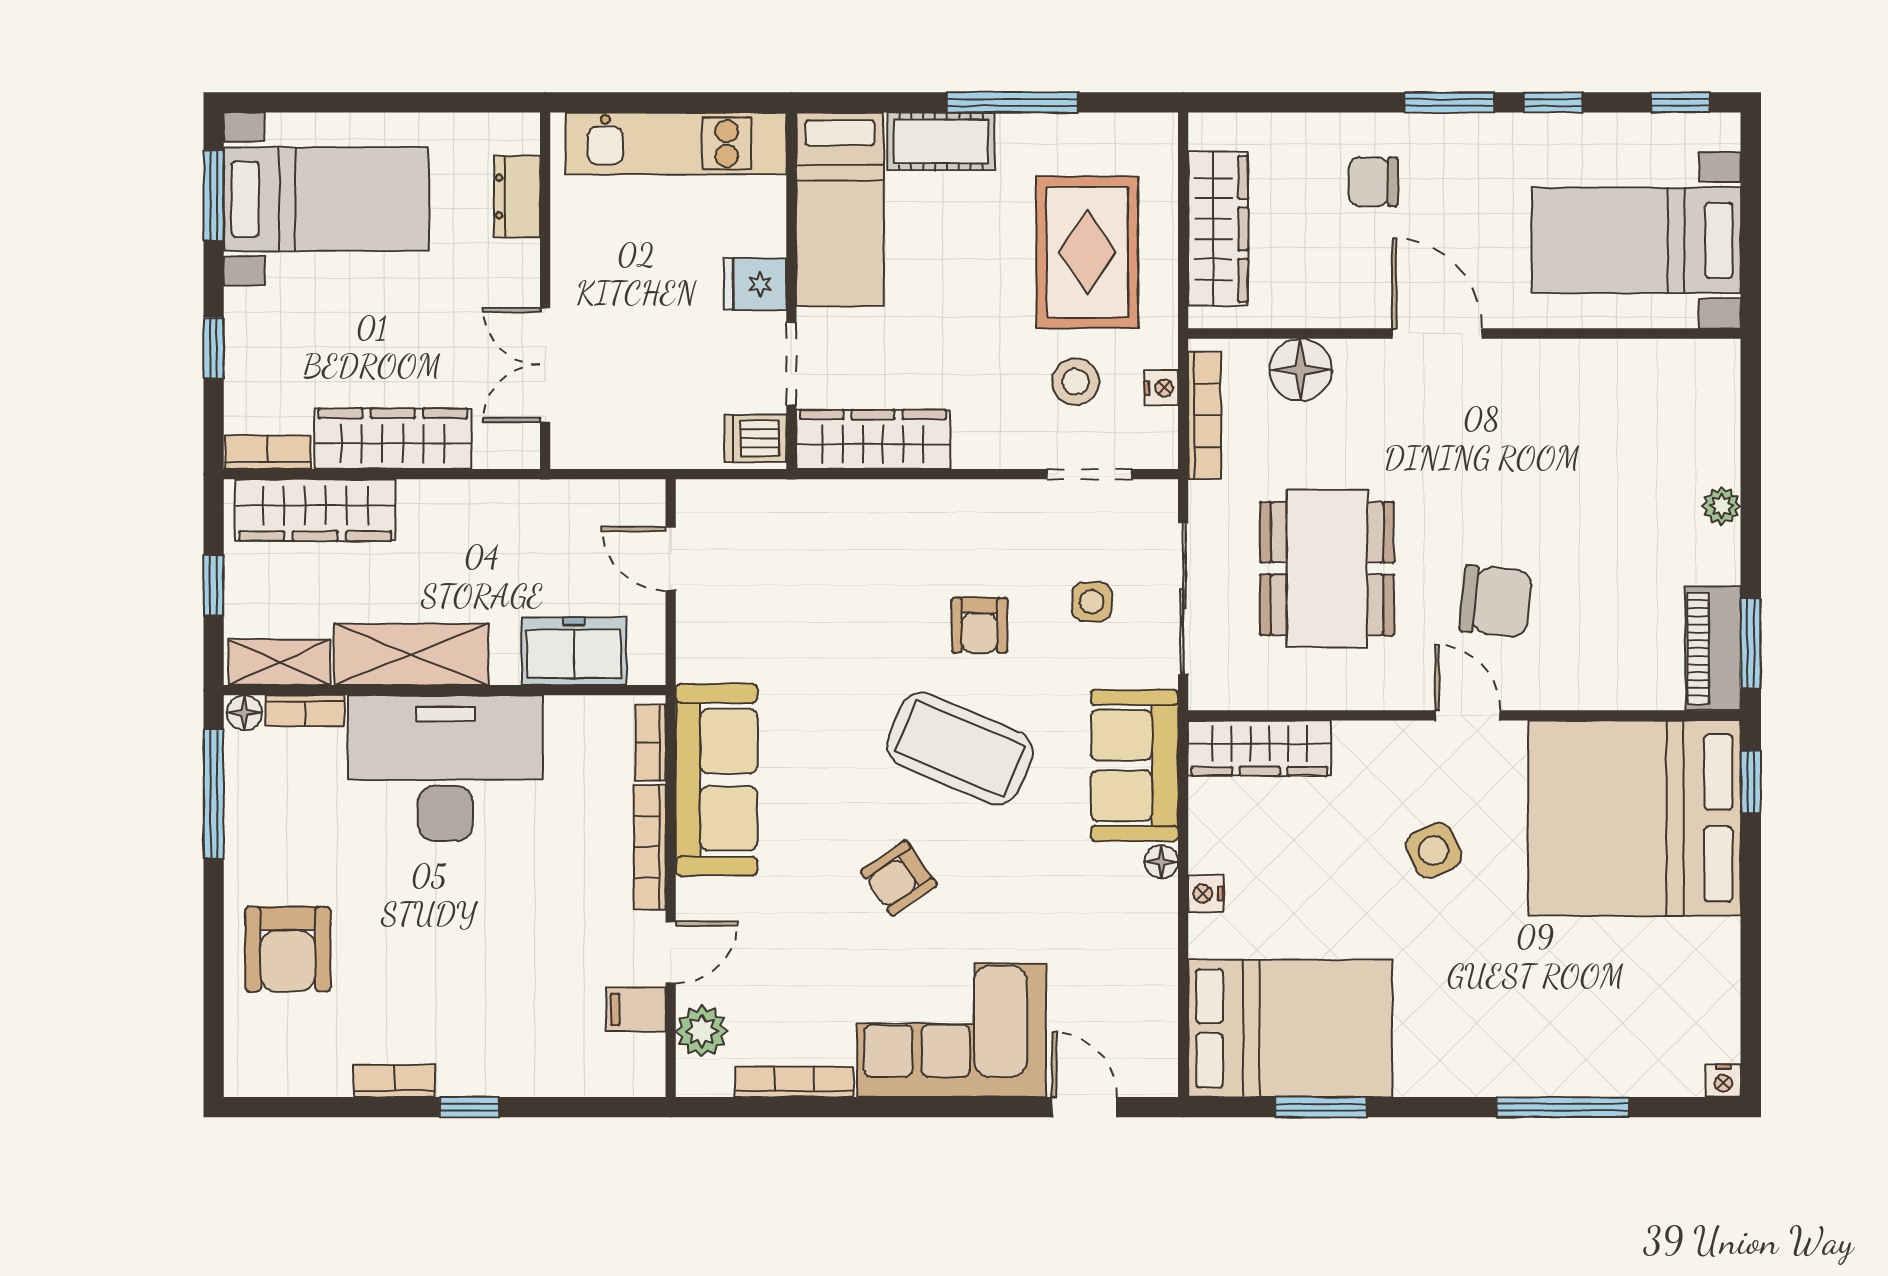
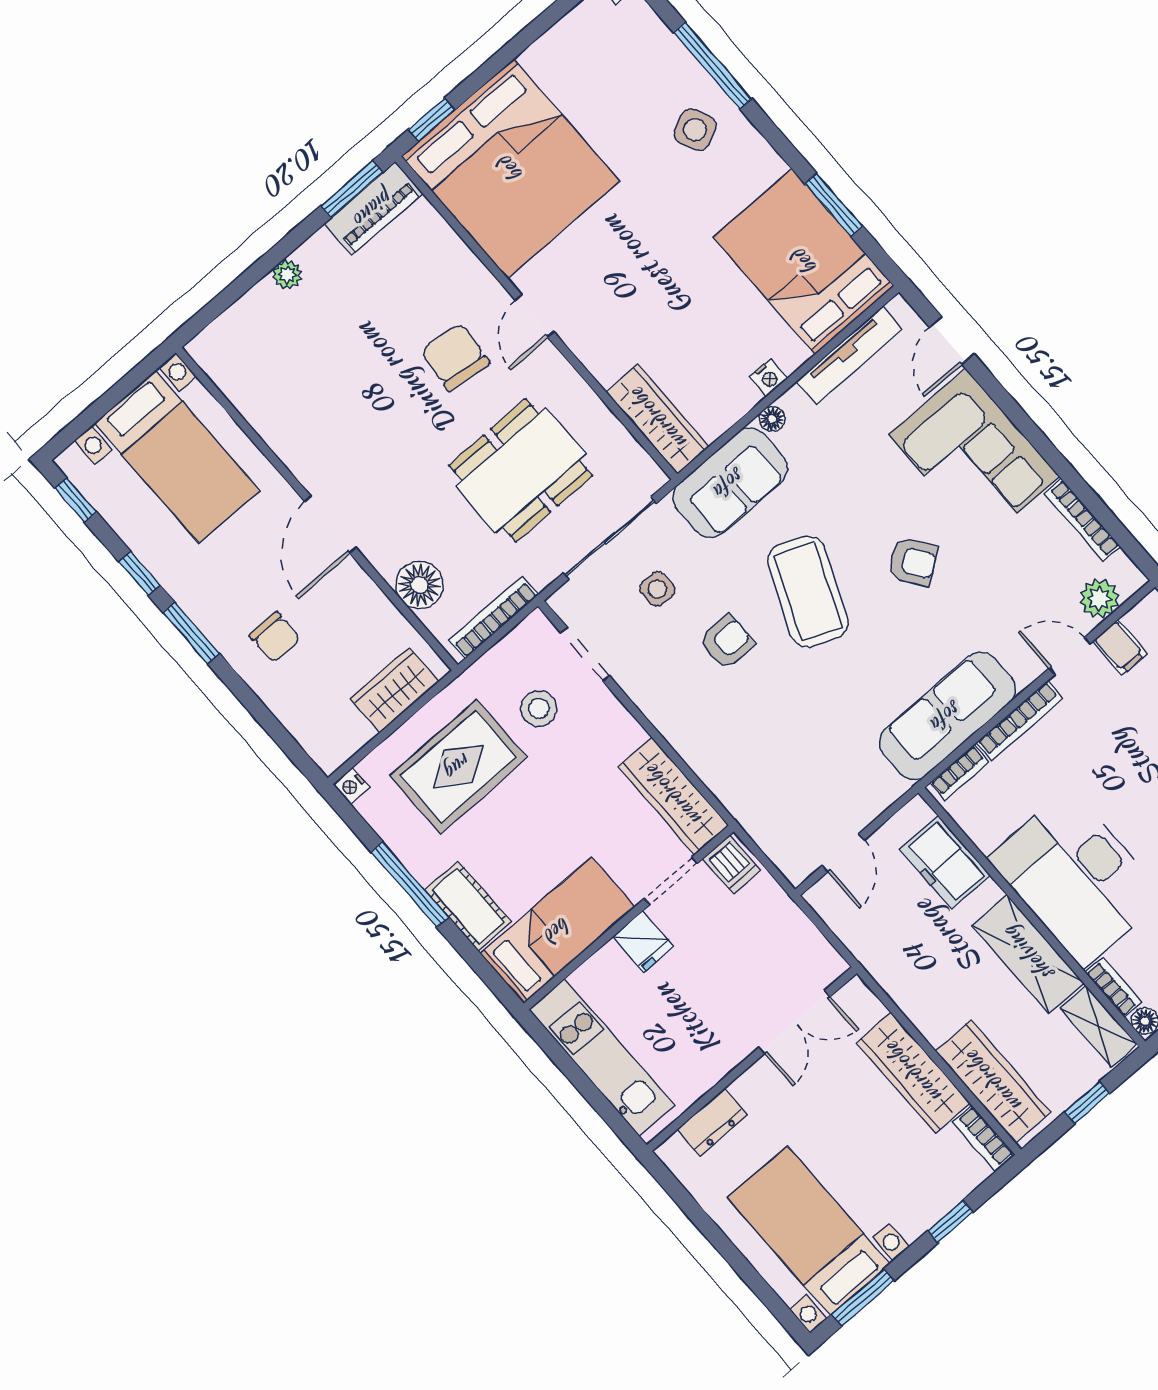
wardrobe: (1218, 229) -> (395, 690), width x0.67
nightstand: (1161, 388) -> (351, 786), moved, turned -90
side table: (1434, 850) -> (695, 130), moved
tv unit: (1158, 993) -> (849, 355), added

